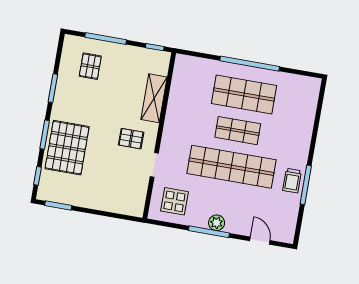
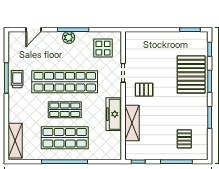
shelving: (309, 102) -> (15, 141), added
freezer: (176, 114) -> (114, 114), added
door: (260, 241) -> (34, 30), hinge flipped

